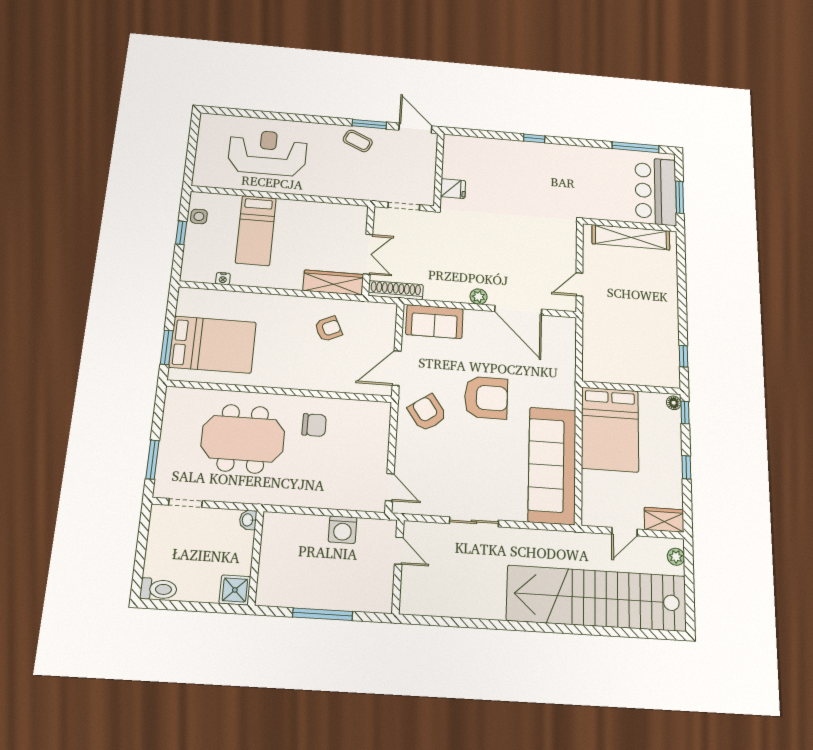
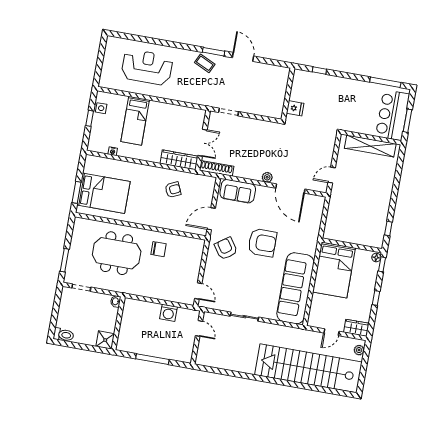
wall: (439, 170) -> (288, 94), moved
fridge: (453, 189) -> (295, 108), moved

